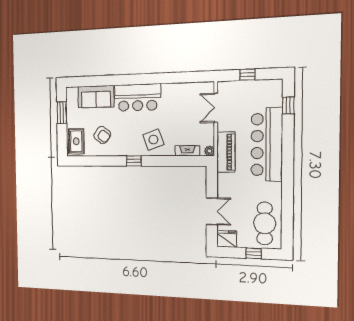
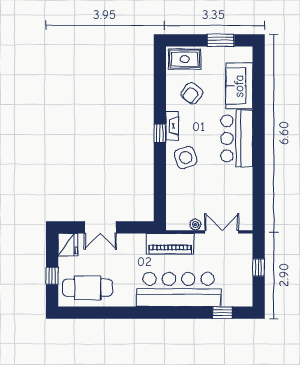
fireplace: (187, 151) -> (172, 126), moved
plant: (209, 151) -> (195, 225), moved

